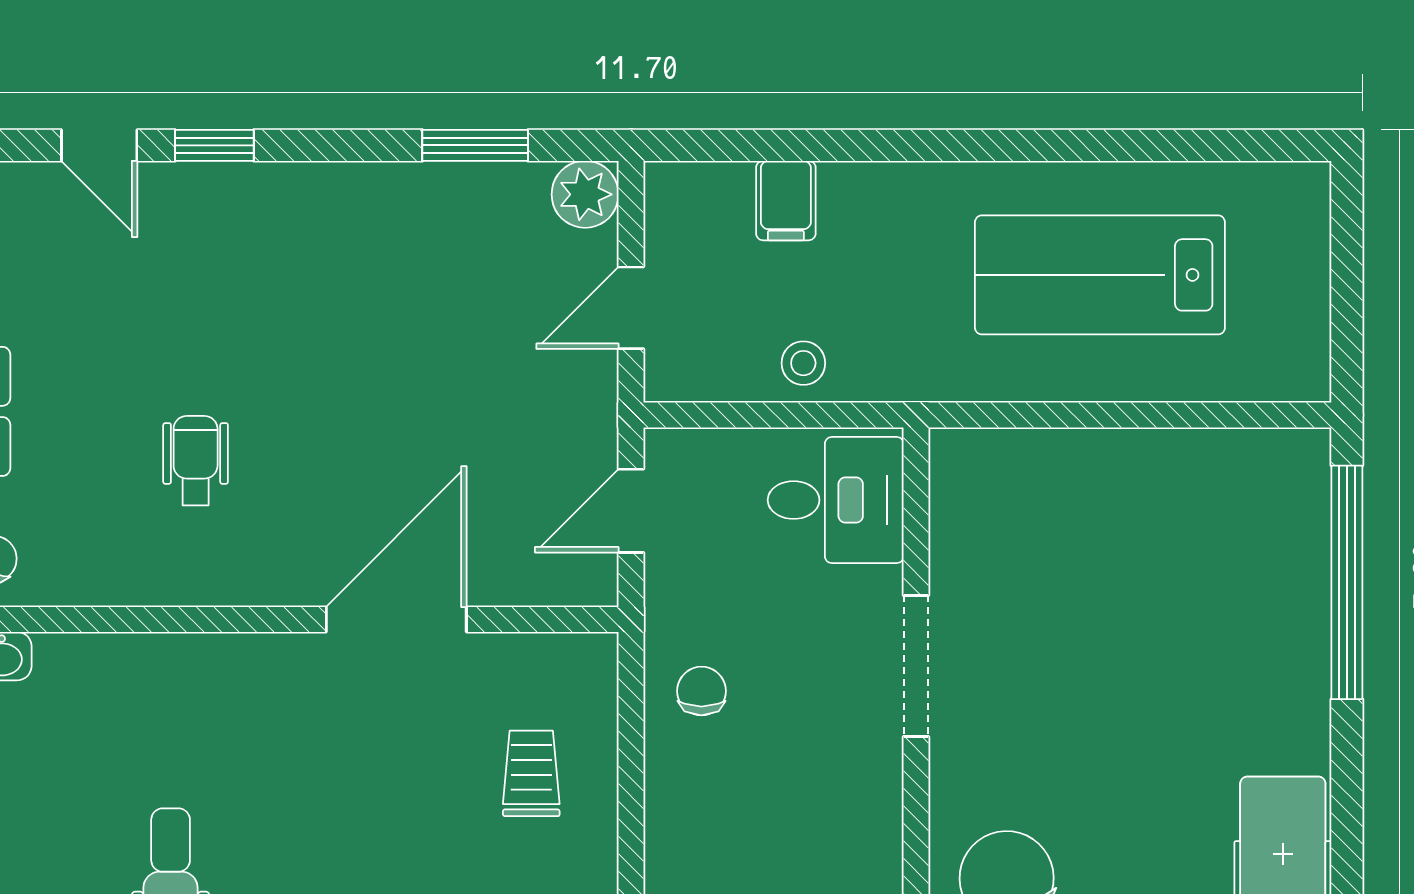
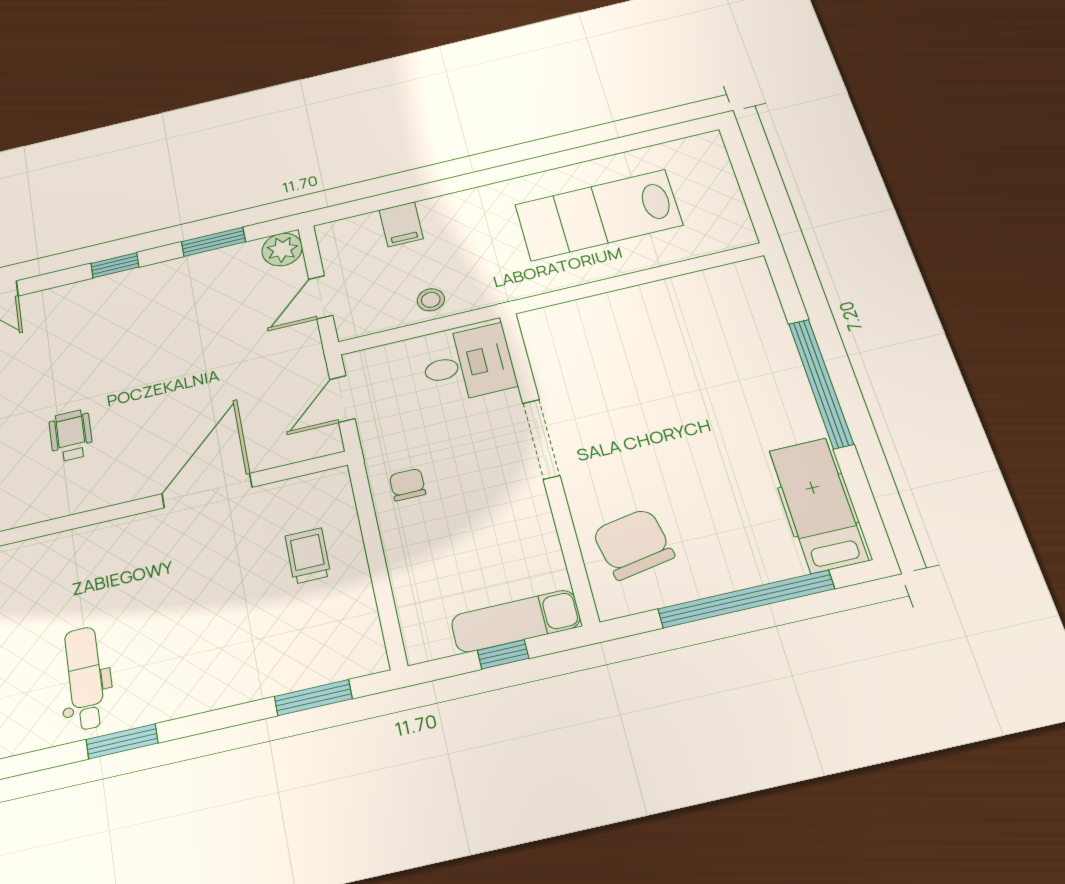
window: (214, 145) -> (115, 265), moved
window: (1347, 582) -> (821, 383), moved

